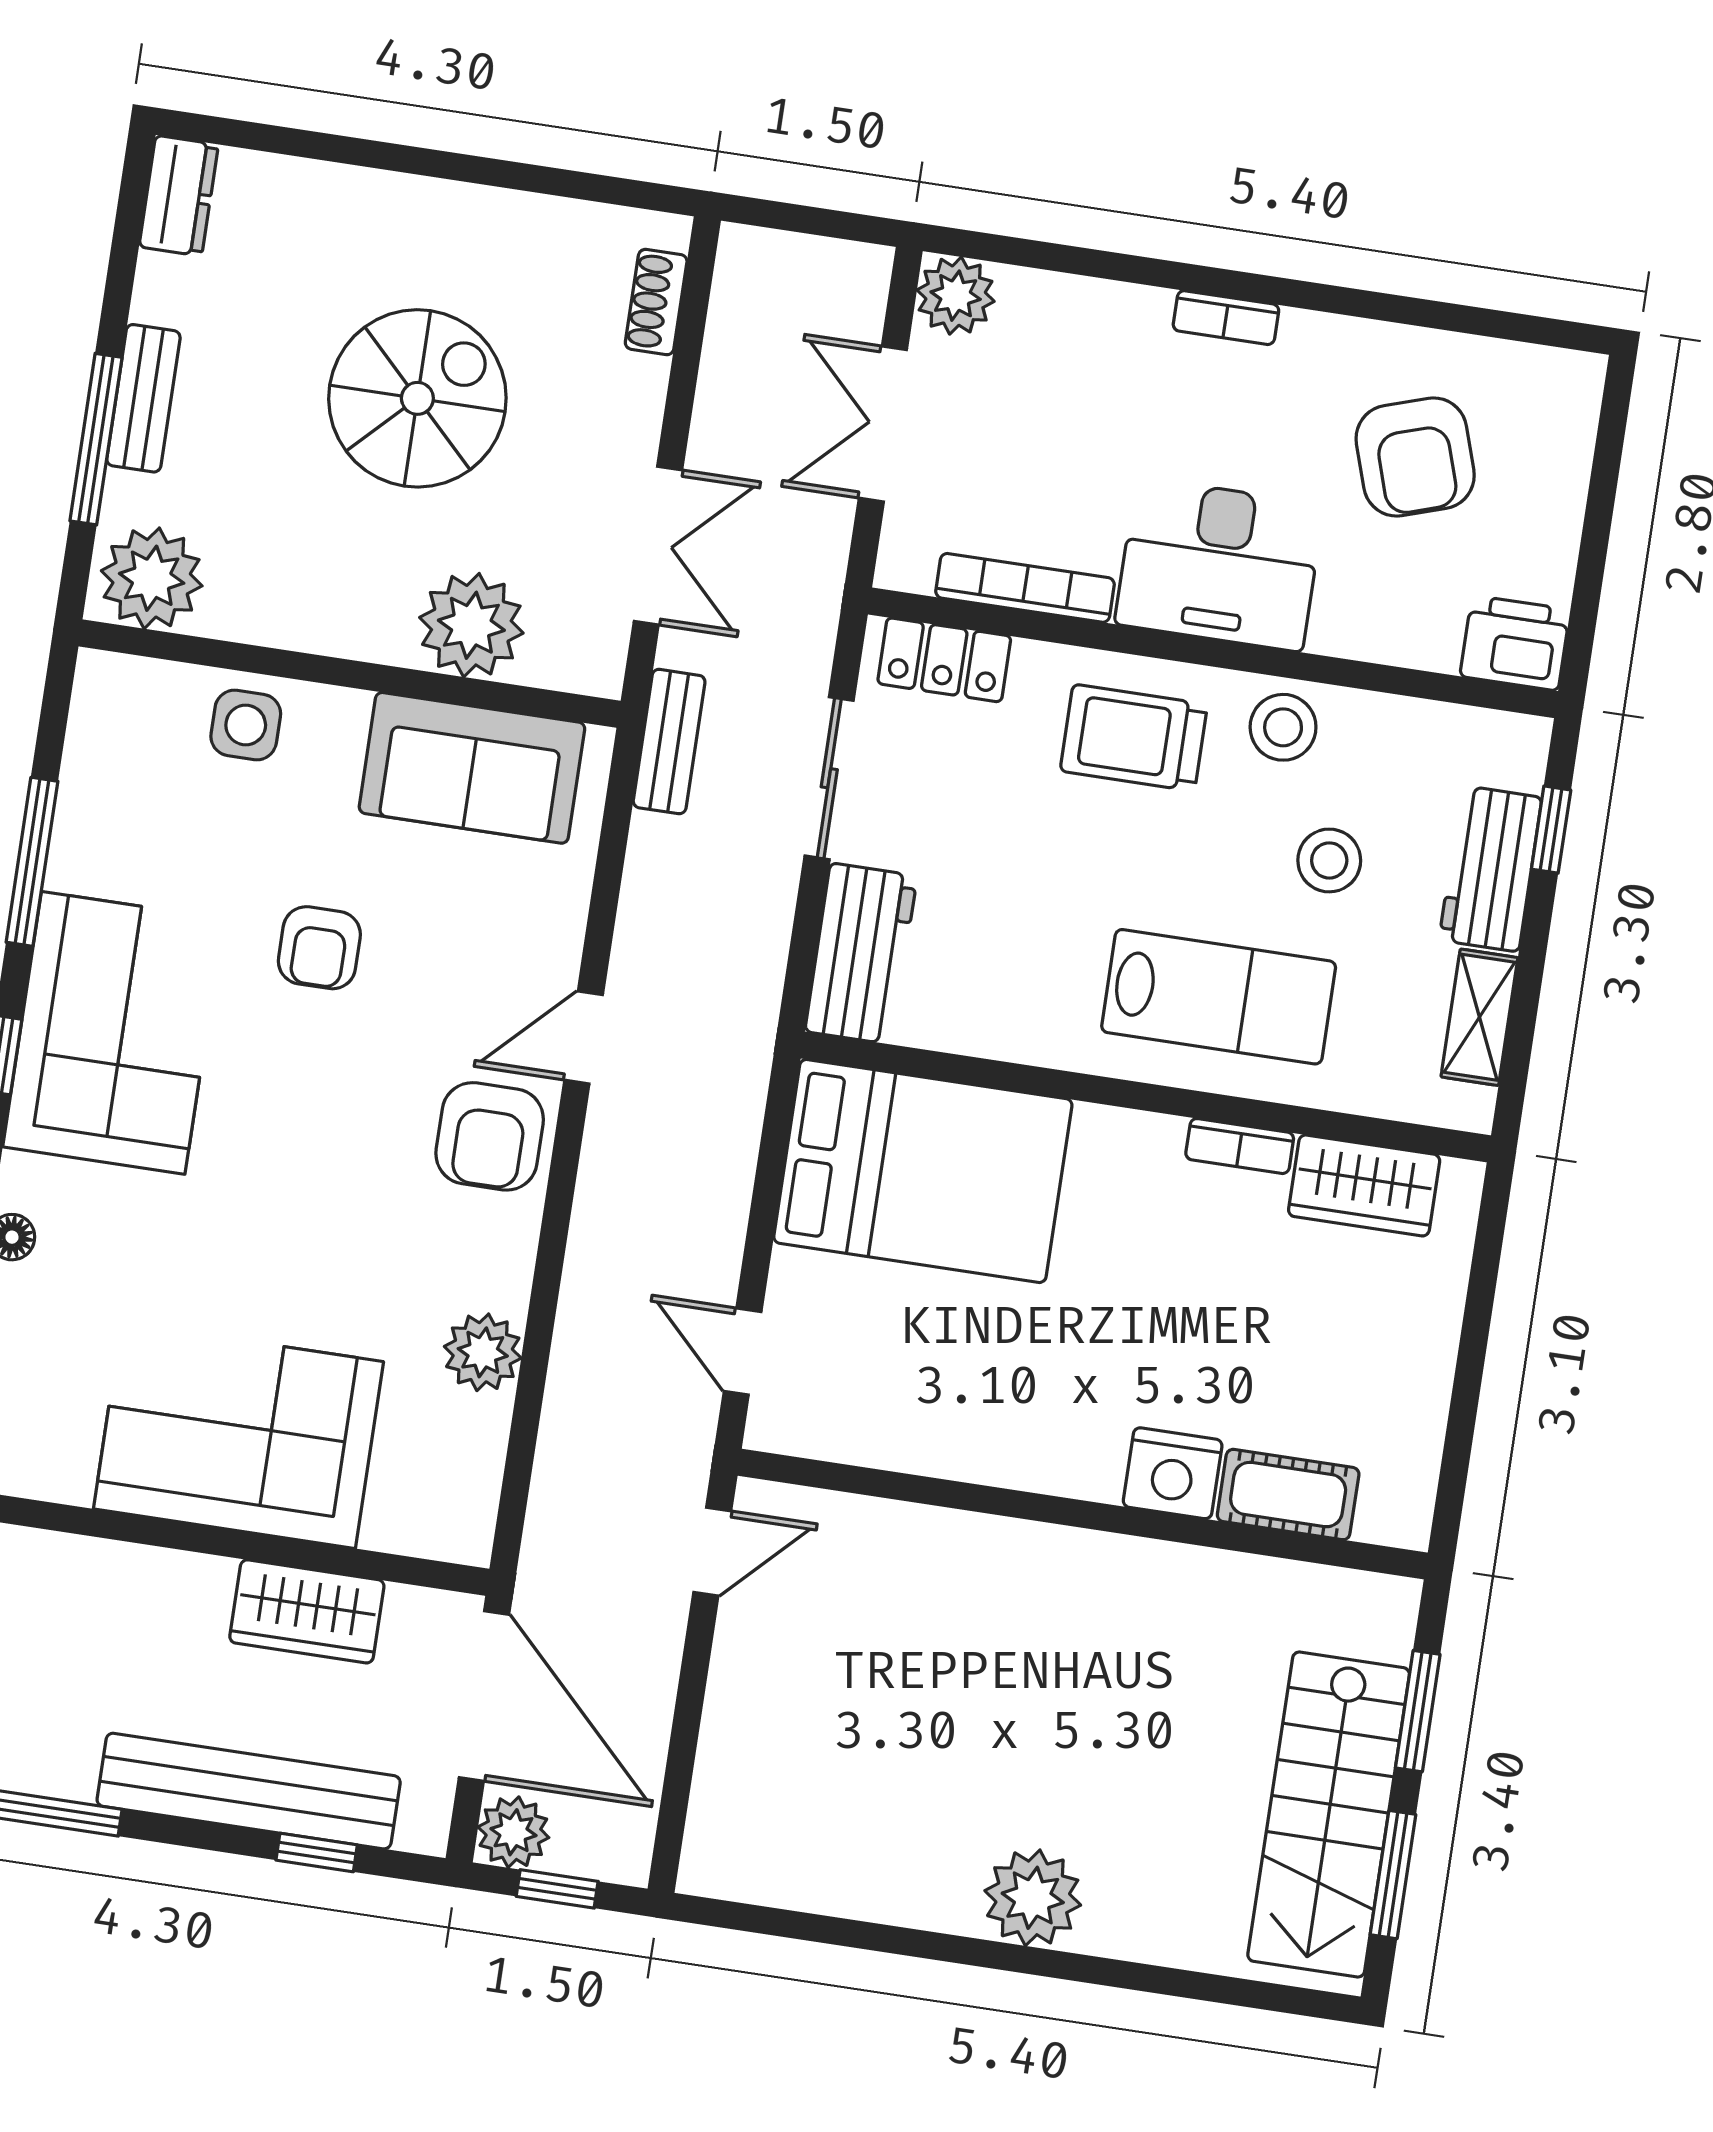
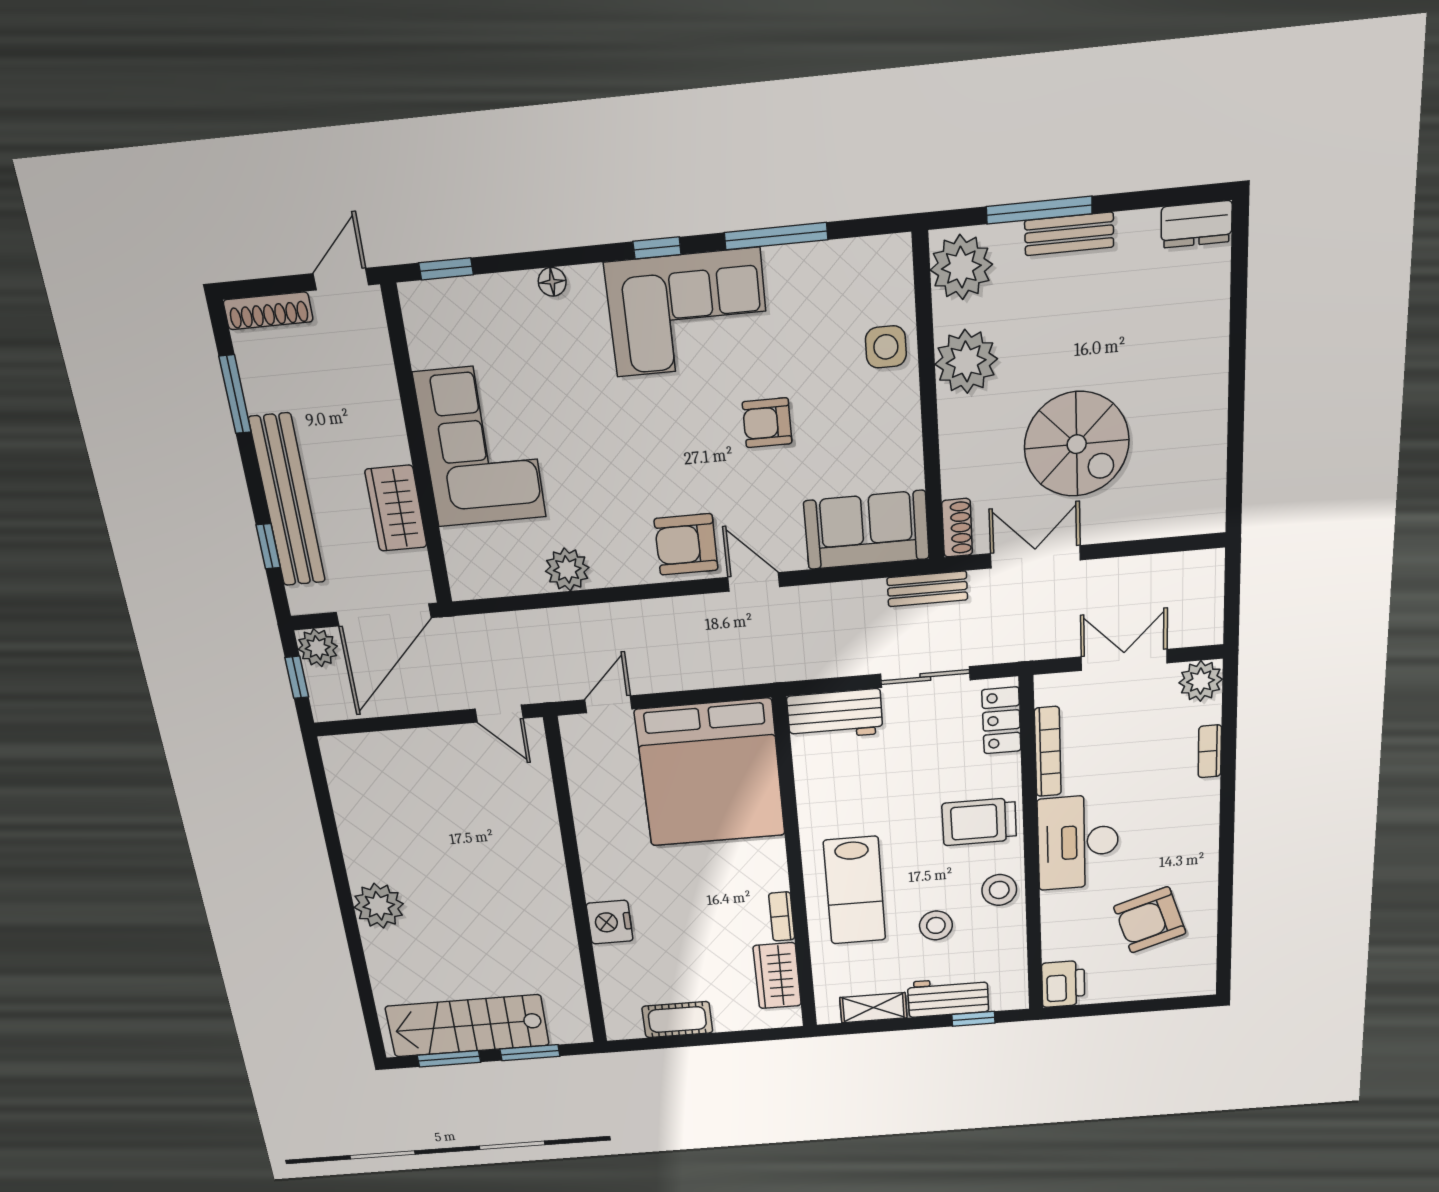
shoe rack: (656, 302) -> (957, 528), moved, turned 90
bookcase: (1226, 318) -> (1210, 751), moved
spiral stairs: (417, 398) -> (1077, 444), moved
double door: (658, 546) -> (1035, 557), swing flipped
plant: (471, 625) -> (966, 361), moved
trolley: (1134, 738) -> (979, 822), turned -90
sofa: (472, 768) -> (867, 530), moved, turned 90
bed: (923, 1171) -> (710, 773), width x1.36
cot: (1288, 1495) -> (677, 1020), moved, turned 90

